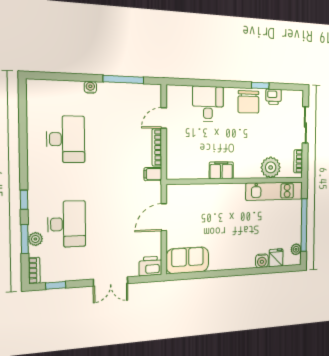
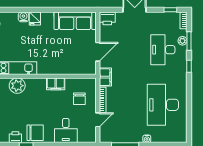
chair: (248, 102) -> (35, 133), turned 90
desk: (66, 139) -> (163, 105), width x1.36, depth x1.30
chair: (190, 149) -> (79, 99), added
filing cabinet: (153, 174) -> (105, 77), width x2.00
fridge: (276, 258) -> (35, 18), moved
sofa: (188, 260) -> (75, 21), width x1.36

